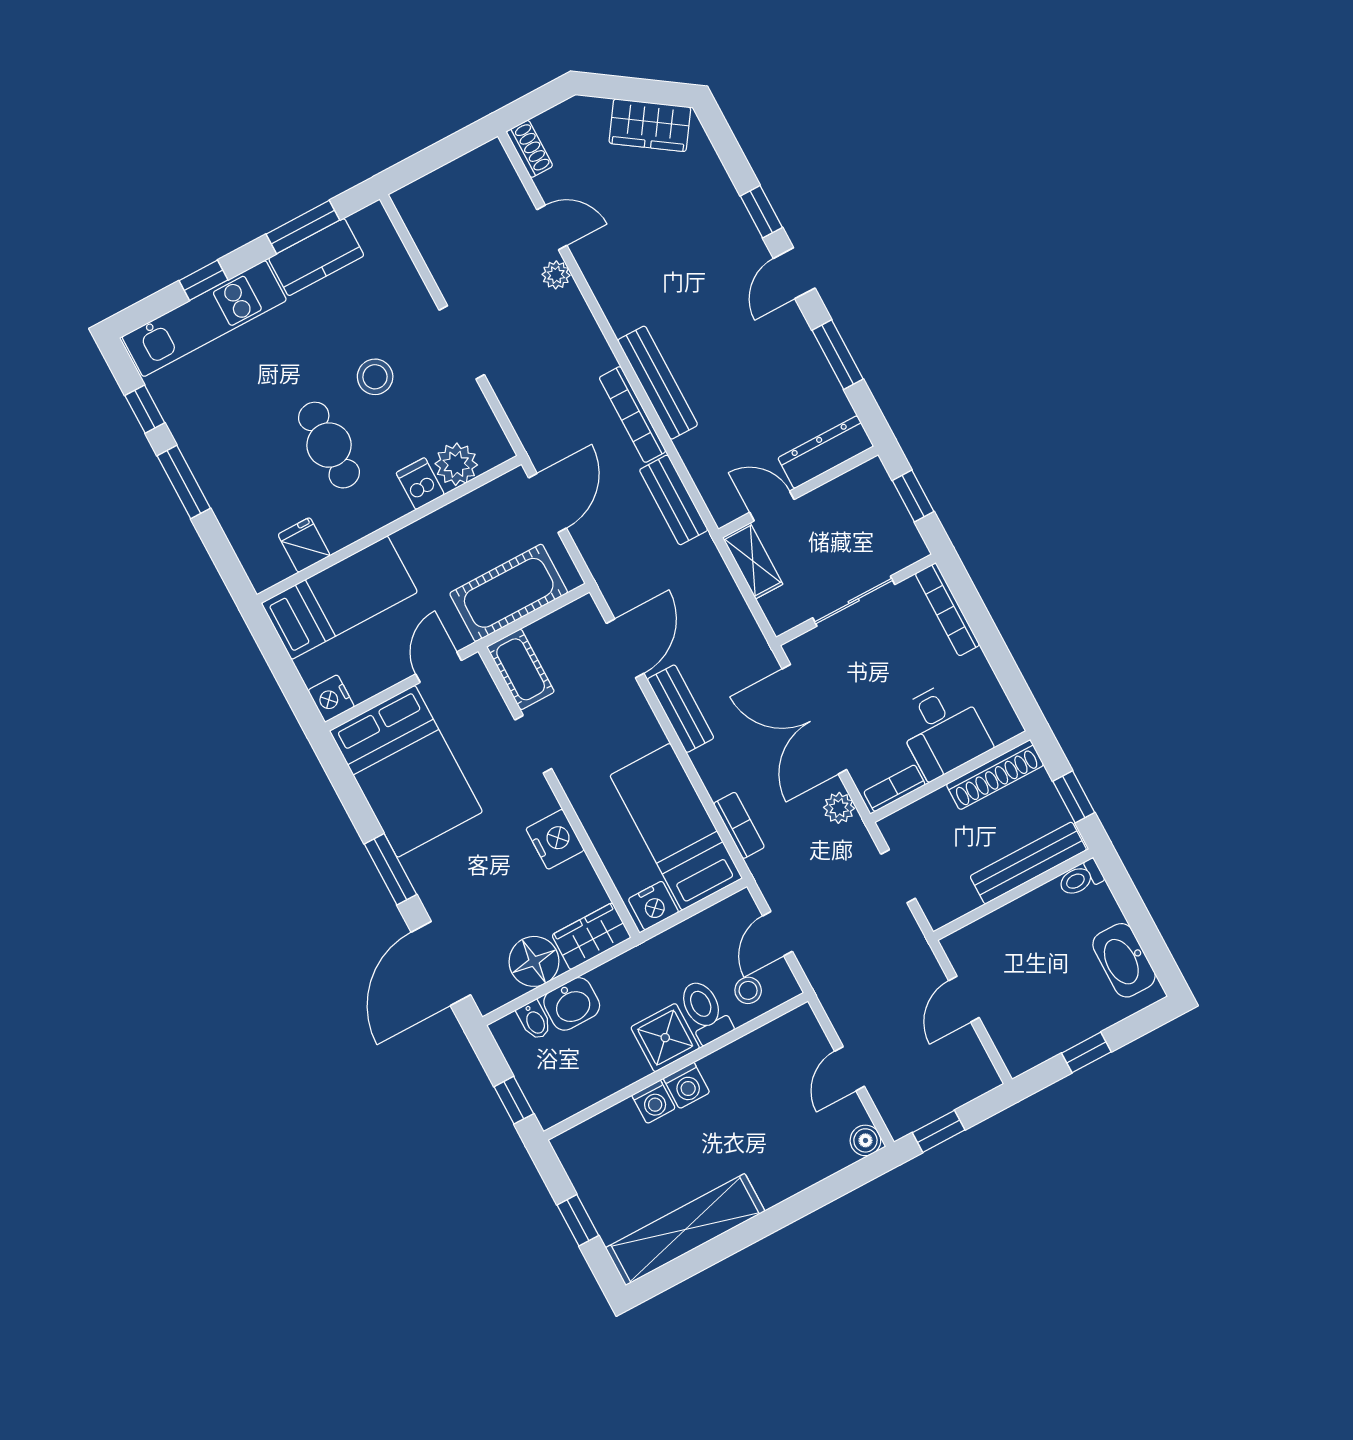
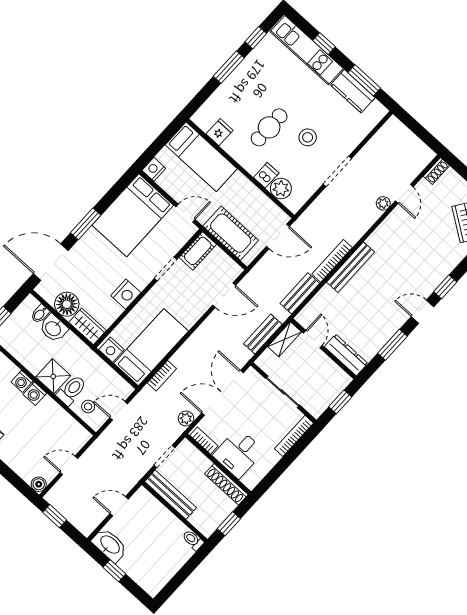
bench: (681, 709) -> (263, 334), moved
bench: (1028, 863) -> (171, 495), moved
washbasin: (1124, 960) -> (110, 545), moved, turned 90

